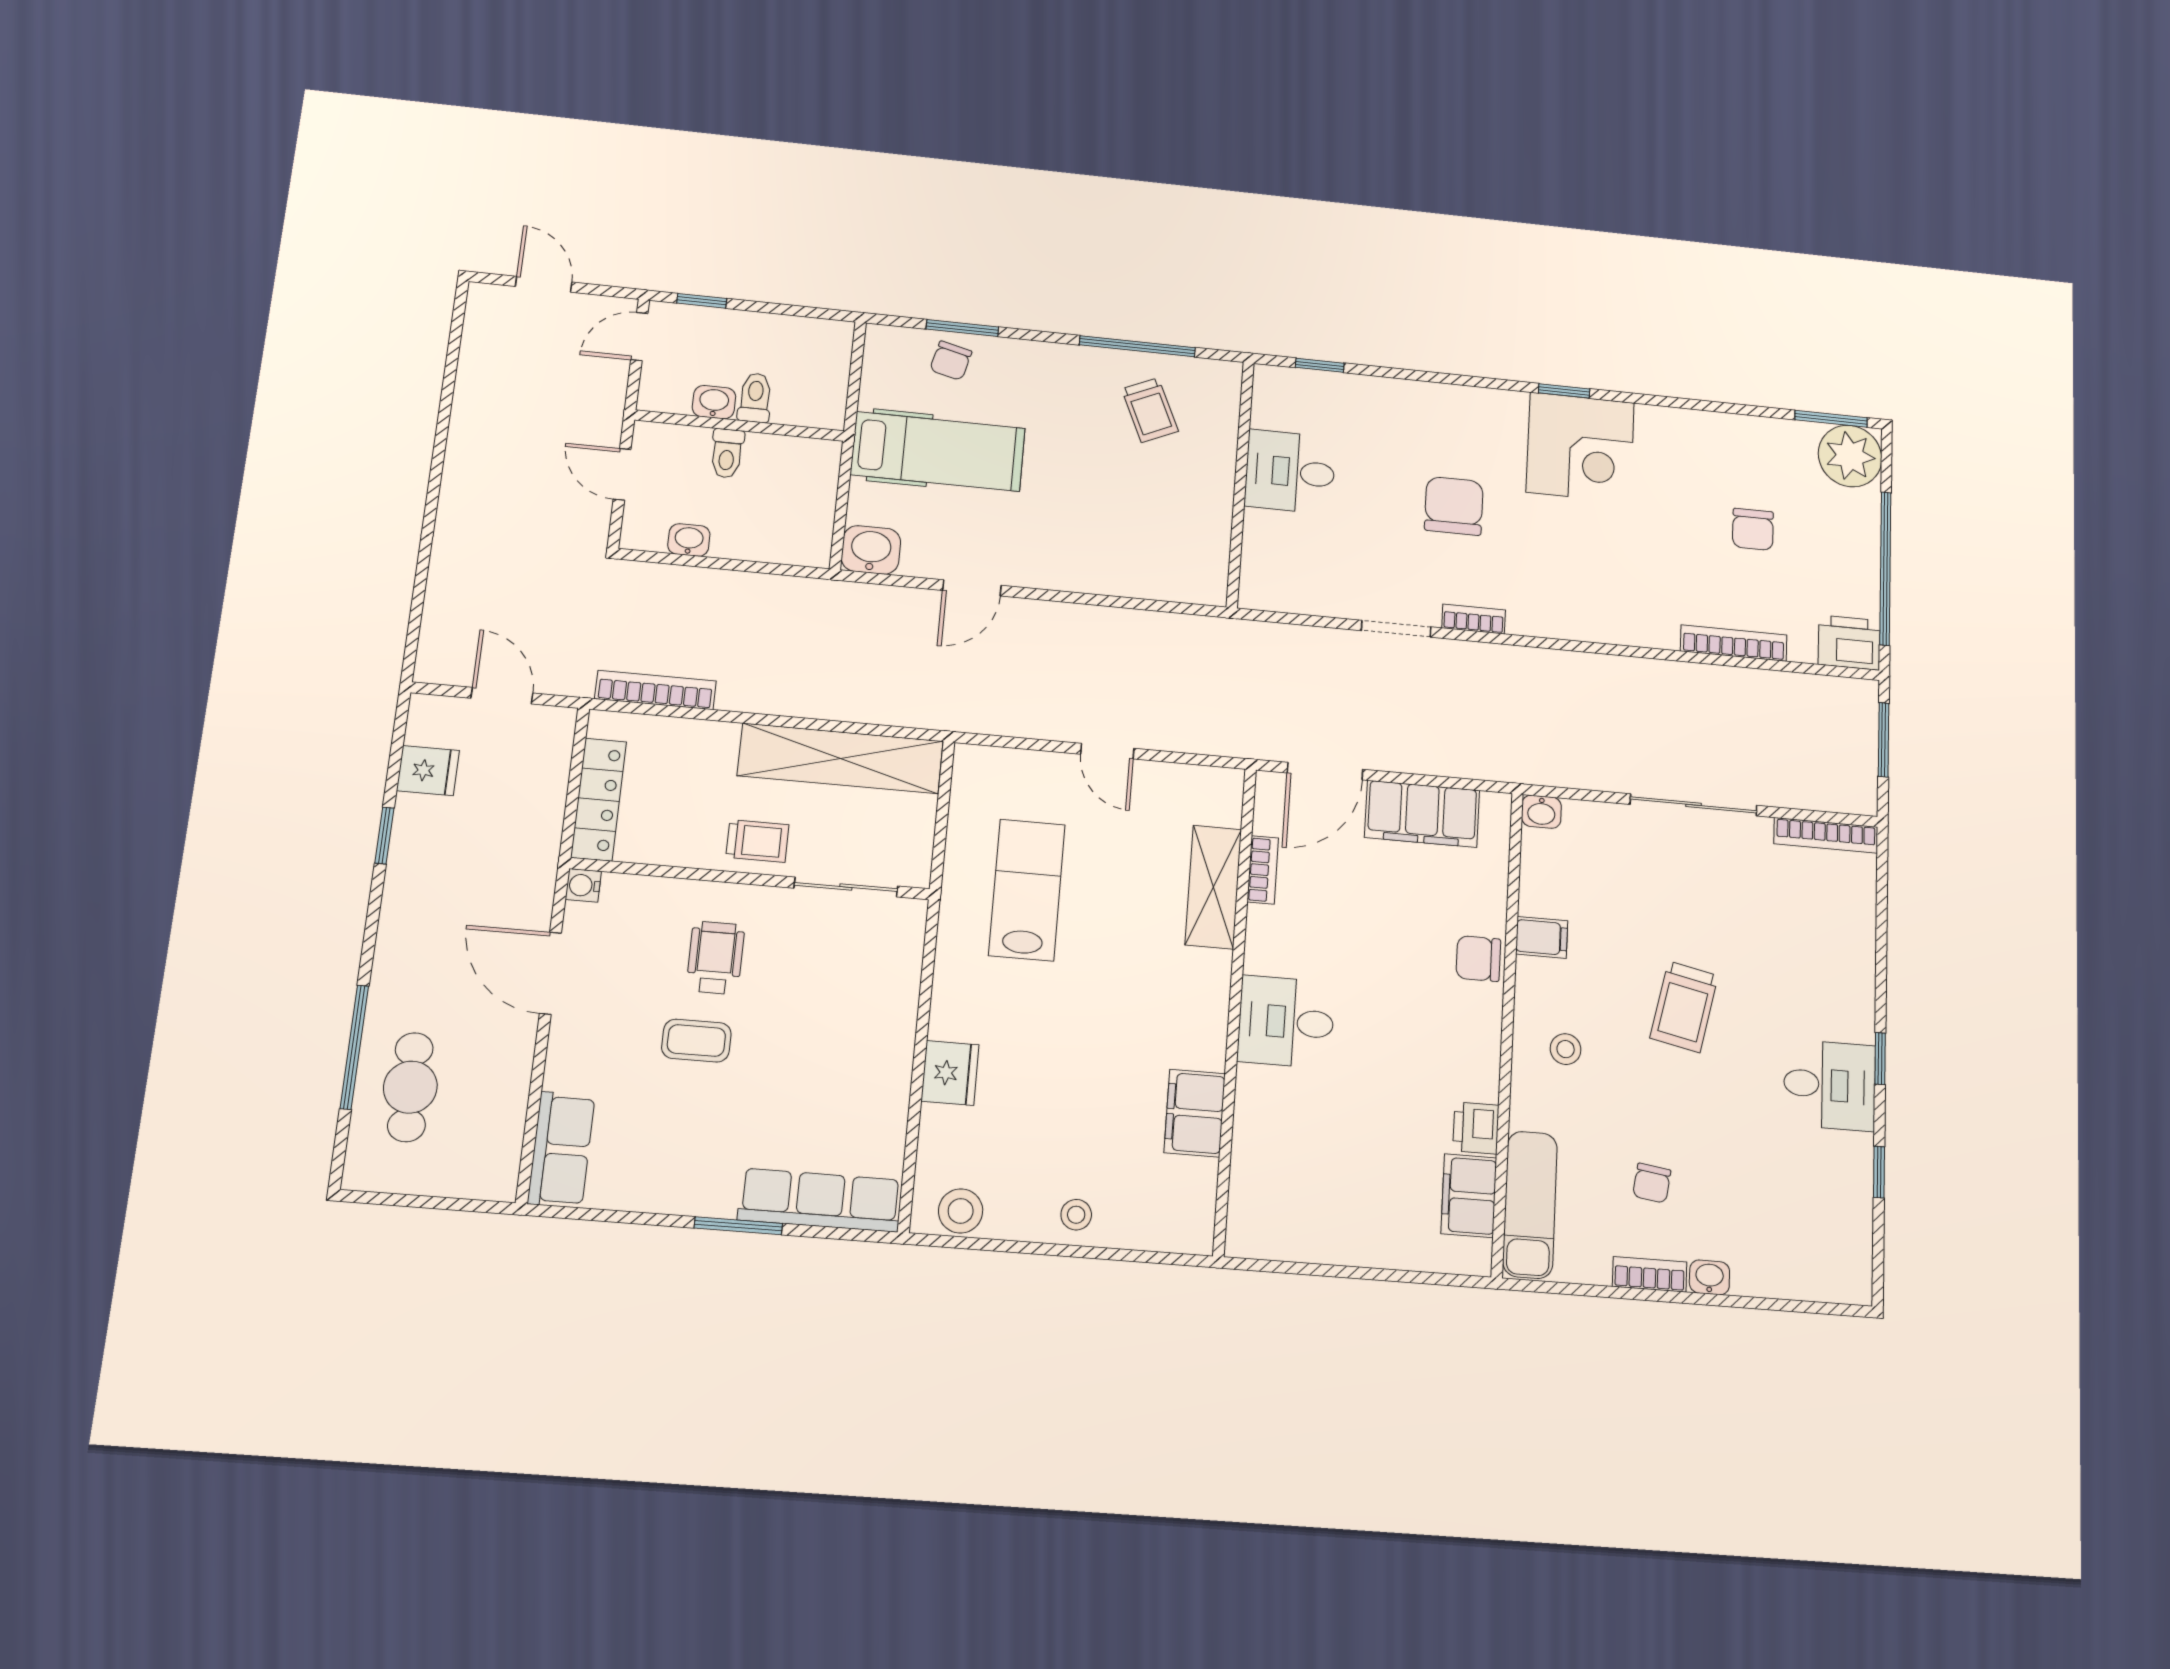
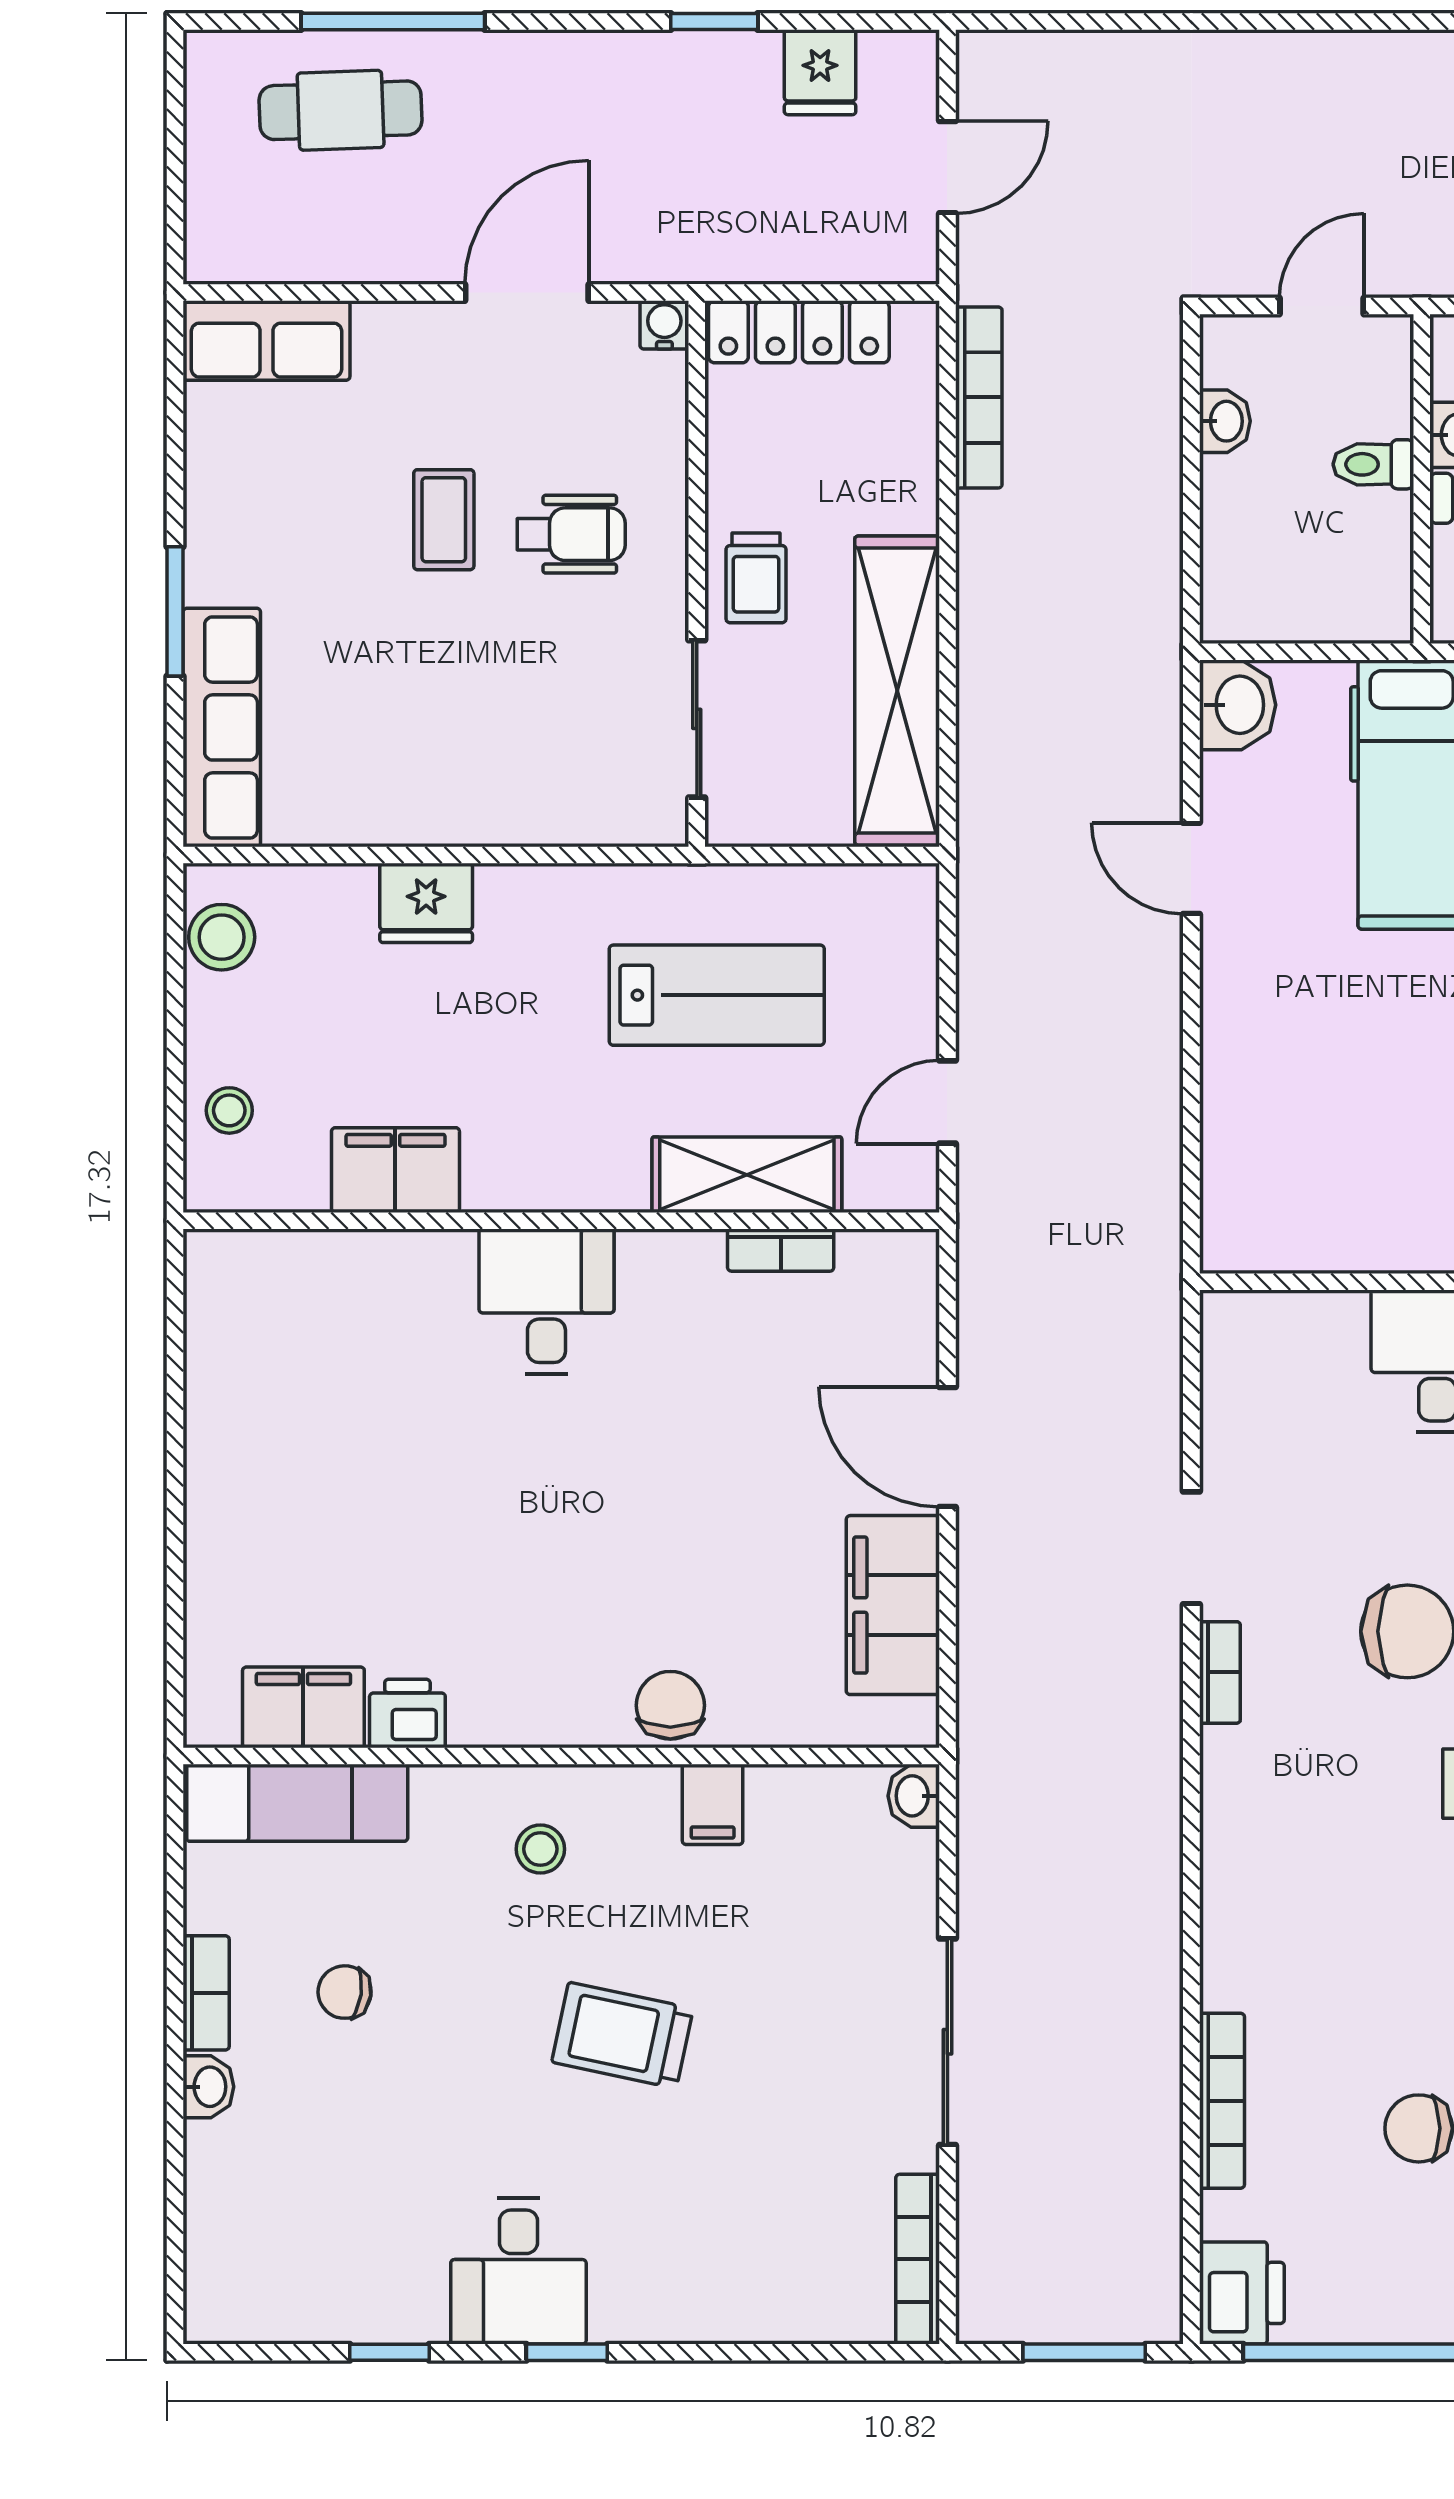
bookcase: (1263, 870) -> (781, 1250), moved
shelving: (1213, 887) -> (747, 1175), moved
wall: (1235, 1008) -> (561, 1221), moved
desk: (1286, 1022) -> (546, 1302), moved
filing cabinet: (1195, 1113) -> (395, 1170), moved

